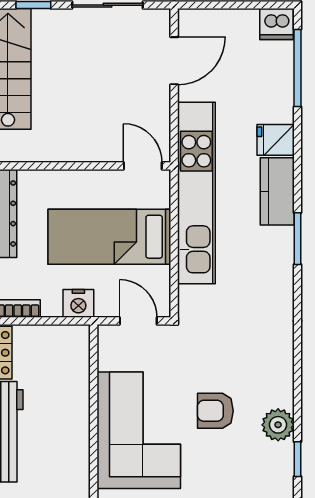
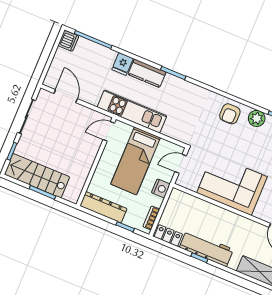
kitchen unit: (196, 193) -> (132, 112), width x0.73
armchair: (215, 411) -> (230, 114), moved

